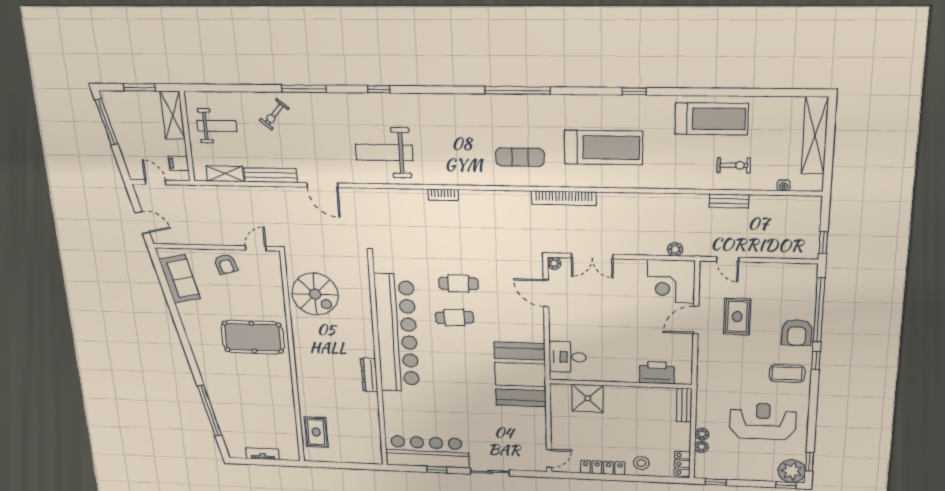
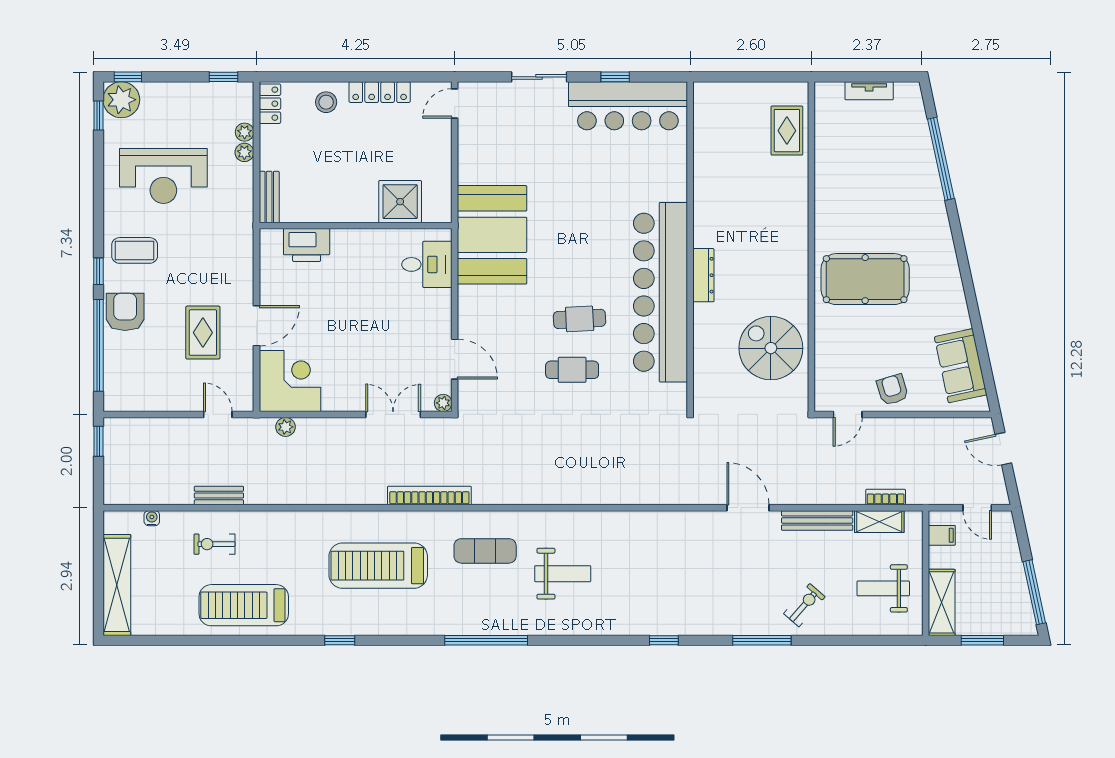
weight bench: (384, 153) -> (563, 574), moved, width x0.73, depth x0.75
bookcase: (443, 195) -> (886, 497), moved
dresser: (369, 375) -> (703, 275), moved

